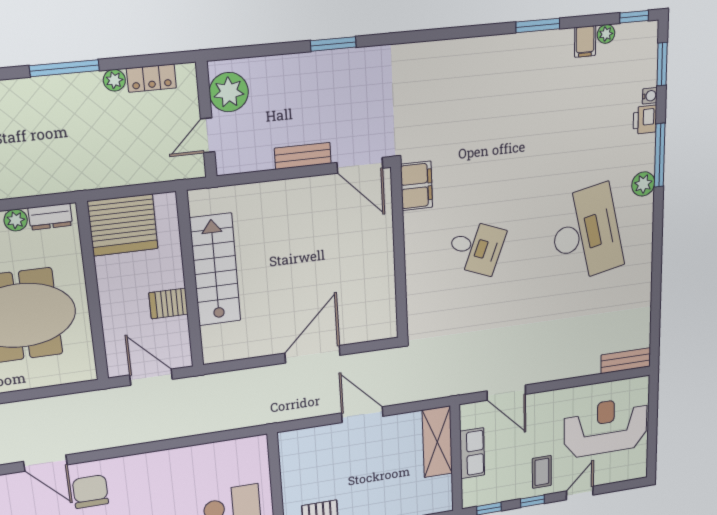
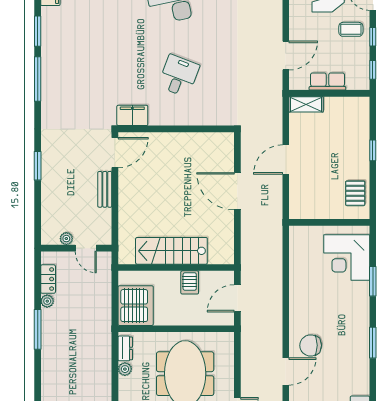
window: (467, 32) -> (38, 79), added
plant: (229, 92) -> (66, 239), width x0.53, depth x0.53
shelving: (437, 442) -> (306, 104), width x0.67, depth x0.75

